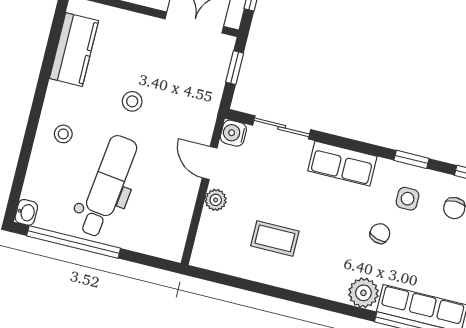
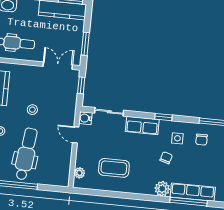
window: (411, 159) -> (163, 117), moved
plant: (216, 200) -> (79, 173), moved
coffee table: (275, 238) -> (114, 168), width x1.36, depth x1.30

